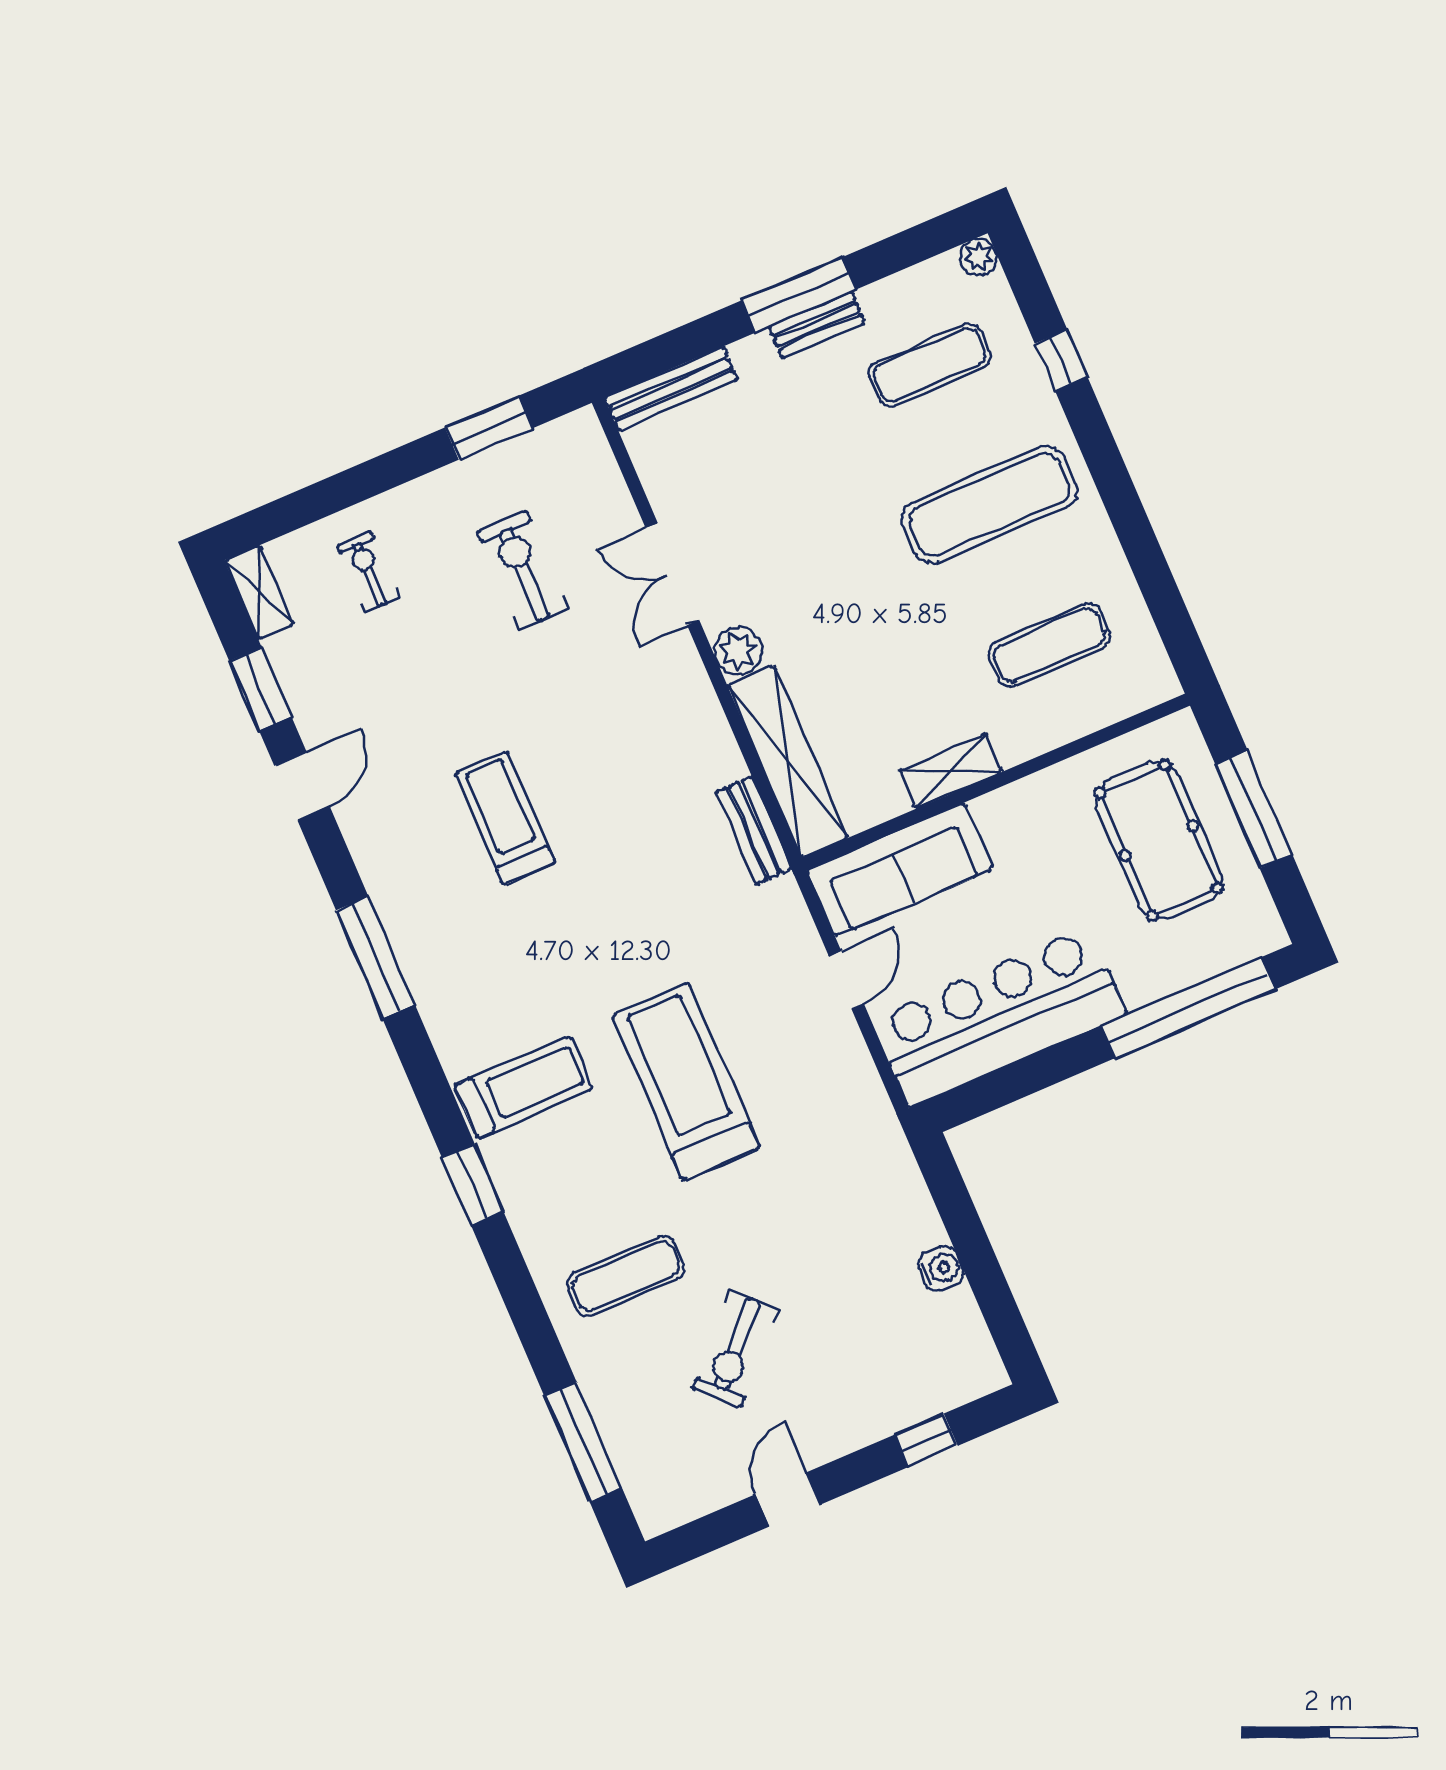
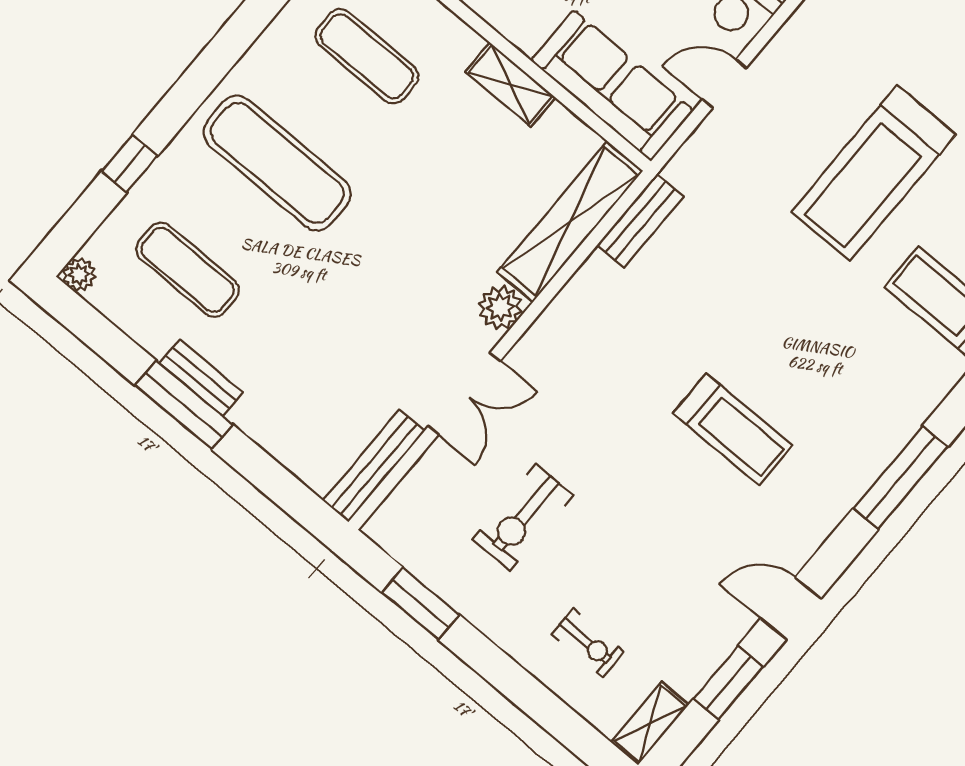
bench: (671, 389) -> (374, 466), moved, turned 90
exercise bike: (368, 572) -> (588, 643), turned -90
treadmill: (505, 818) -> (733, 429), turned -90

